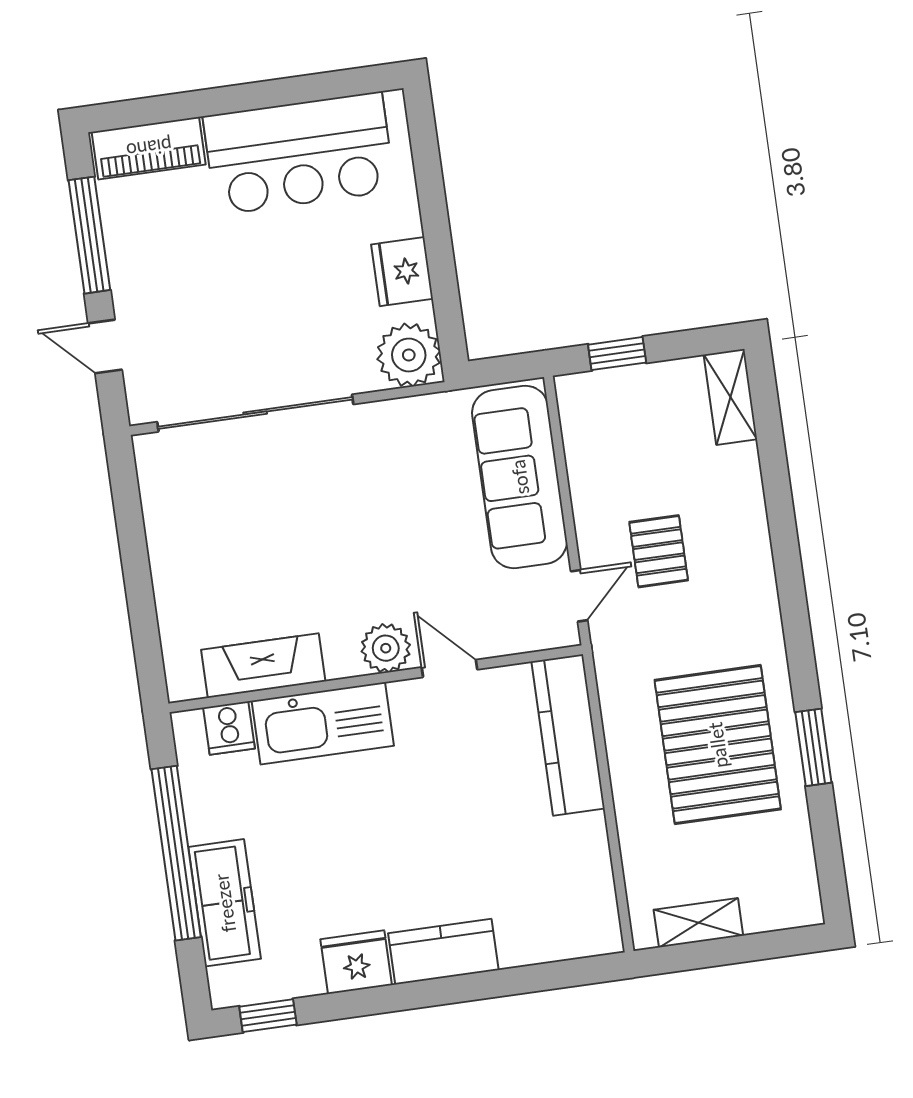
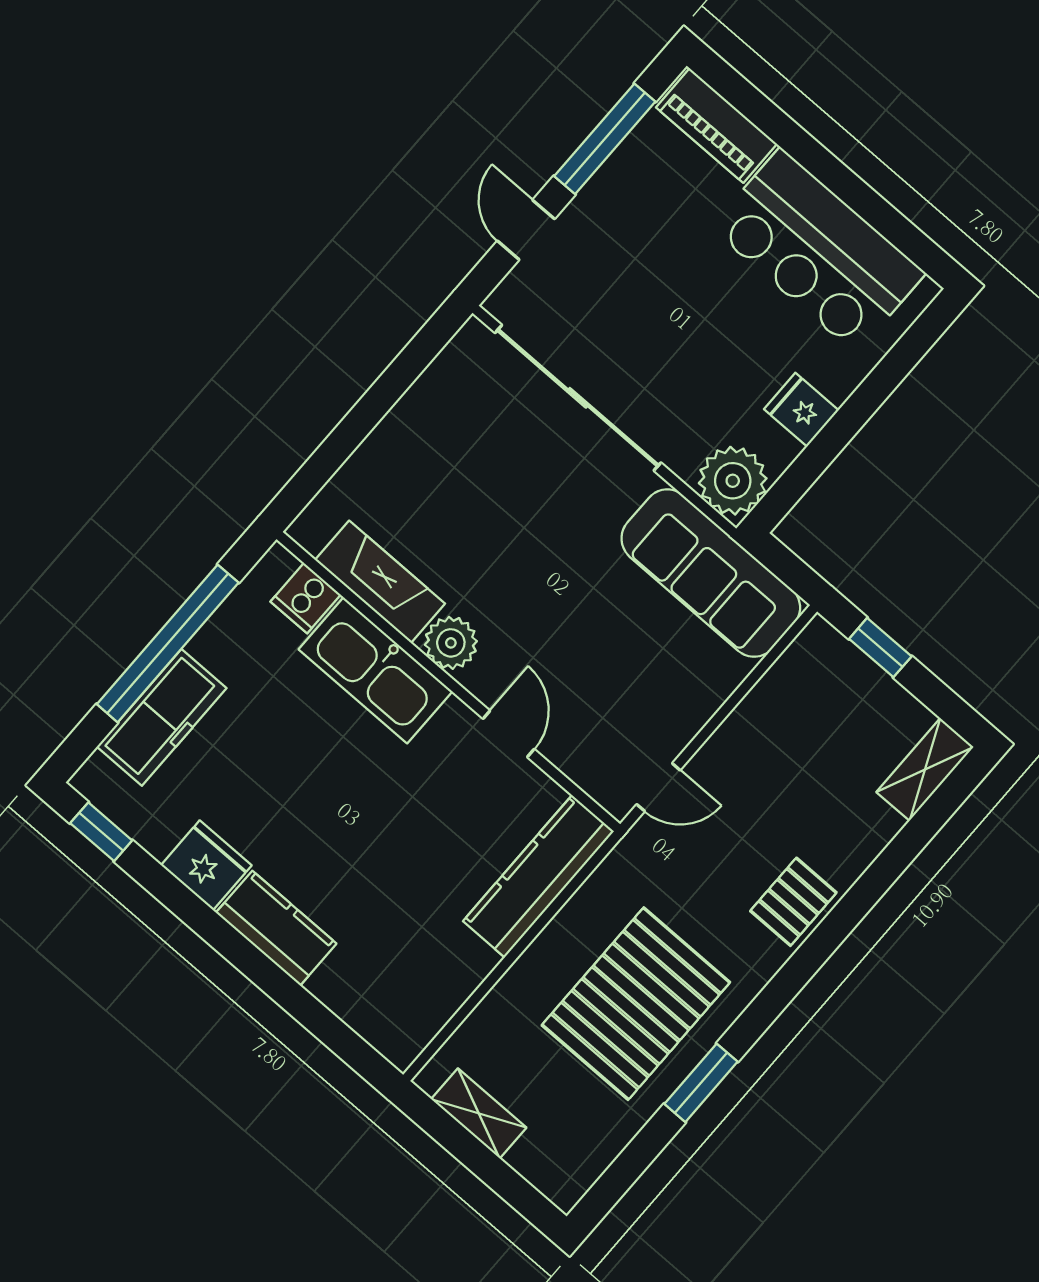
fridge: (402, 272) -> (801, 410), width x0.72
sofa: (520, 477) -> (711, 573), moved, turned -90
pallet: (659, 551) -> (793, 902), moved
plant: (386, 648) -> (451, 643), moved

